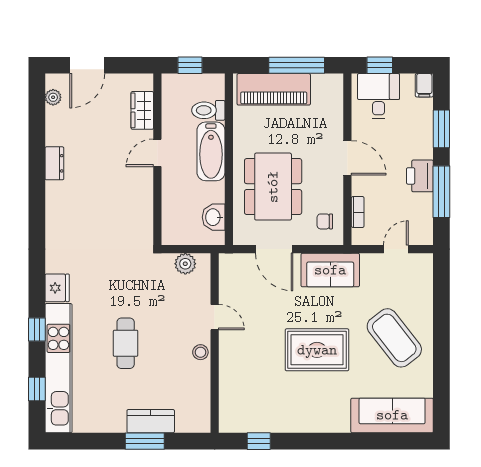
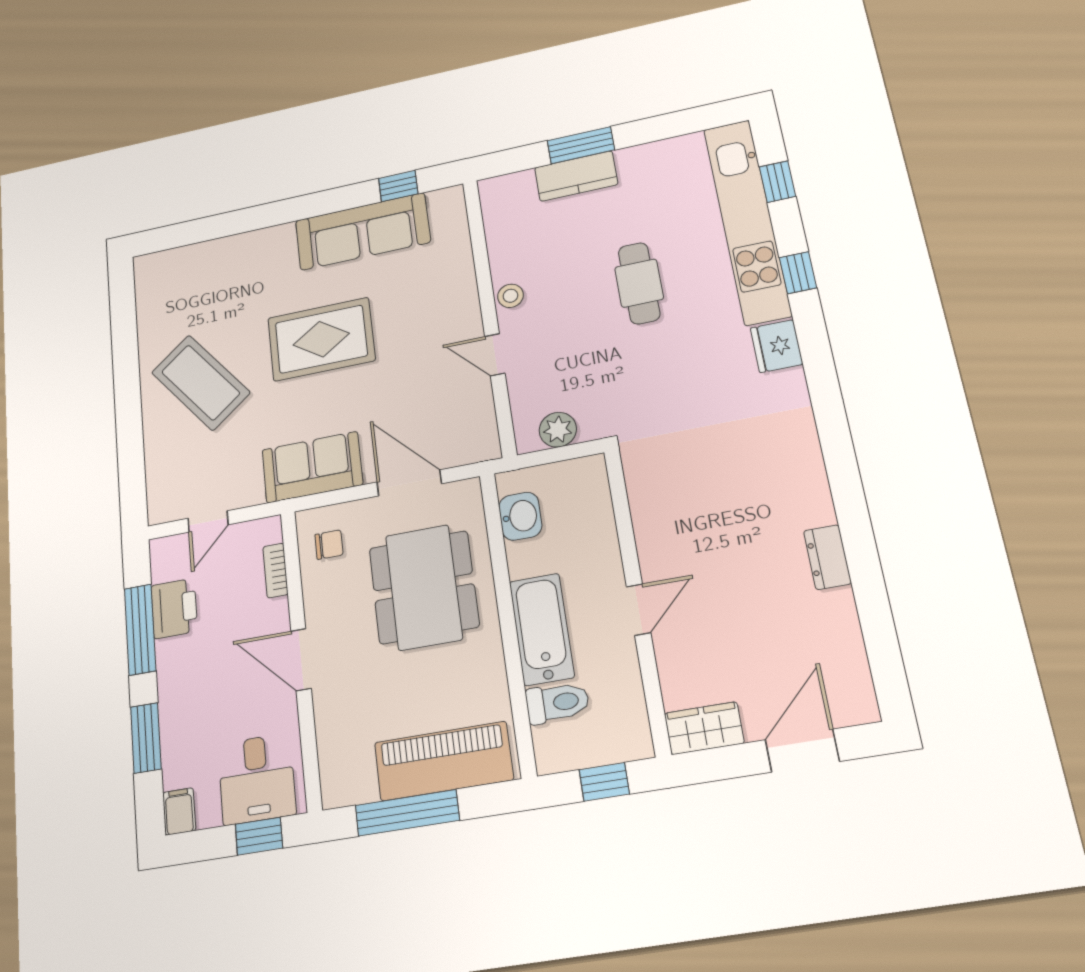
plant: (53, 97) -> (856, 678), removed
wardrobe: (142, 110) -> (704, 728), moved, turned -90
printer: (420, 176) -> (174, 608), moved
sofa: (392, 415) -> (362, 231), moved

